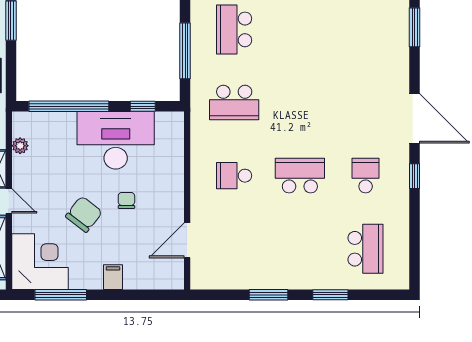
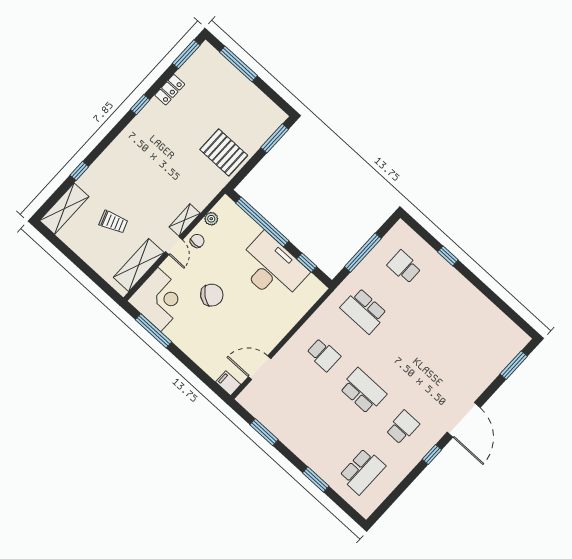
school desk: (234, 29) -> (404, 267), width x0.54
school desk: (234, 176) -> (324, 355), turned 180
chair: (126, 200) -> (197, 241), moved
filing cabinet: (113, 277) -> (228, 383), moved, turned -90
window: (268, 295) -> (264, 432), moved

